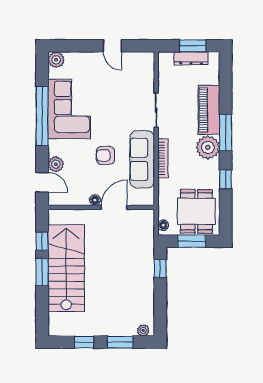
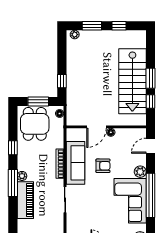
plant: (208, 147) -> (22, 176), width x0.53, depth x0.53
plant: (56, 164) -> (140, 172), moved
door: (42, 182) -> (151, 146), hinge flipped

